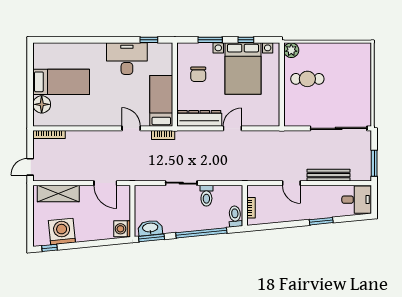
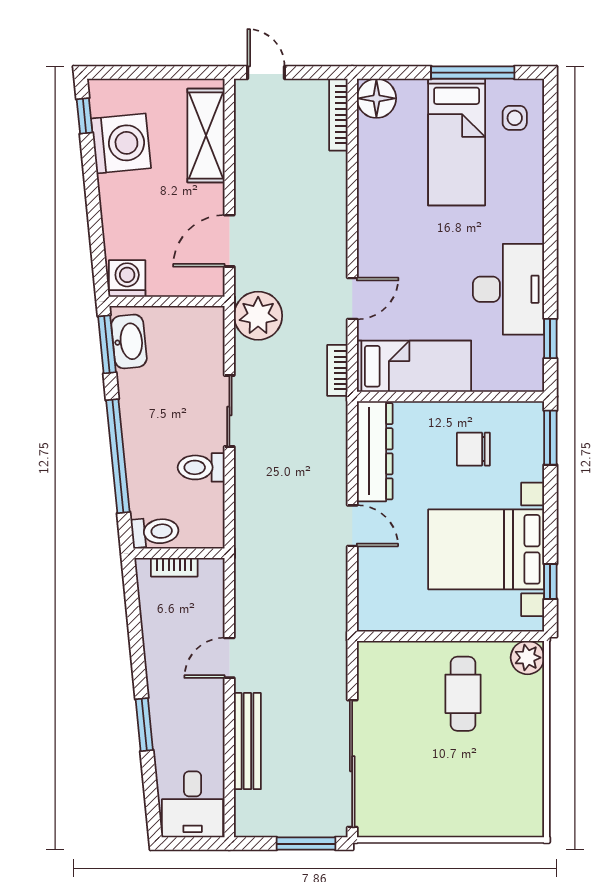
window: (210, 40) -> (550, 438), moved
window: (246, 40) -> (550, 581), moved
side table: (50, 56) -> (515, 118), added
window: (30, 75) -> (473, 73), added
floor lamp: (42, 104) -> (376, 98), moved
window: (374, 163) -> (306, 844), moved
plant: (139, 170) -> (258, 316), added

